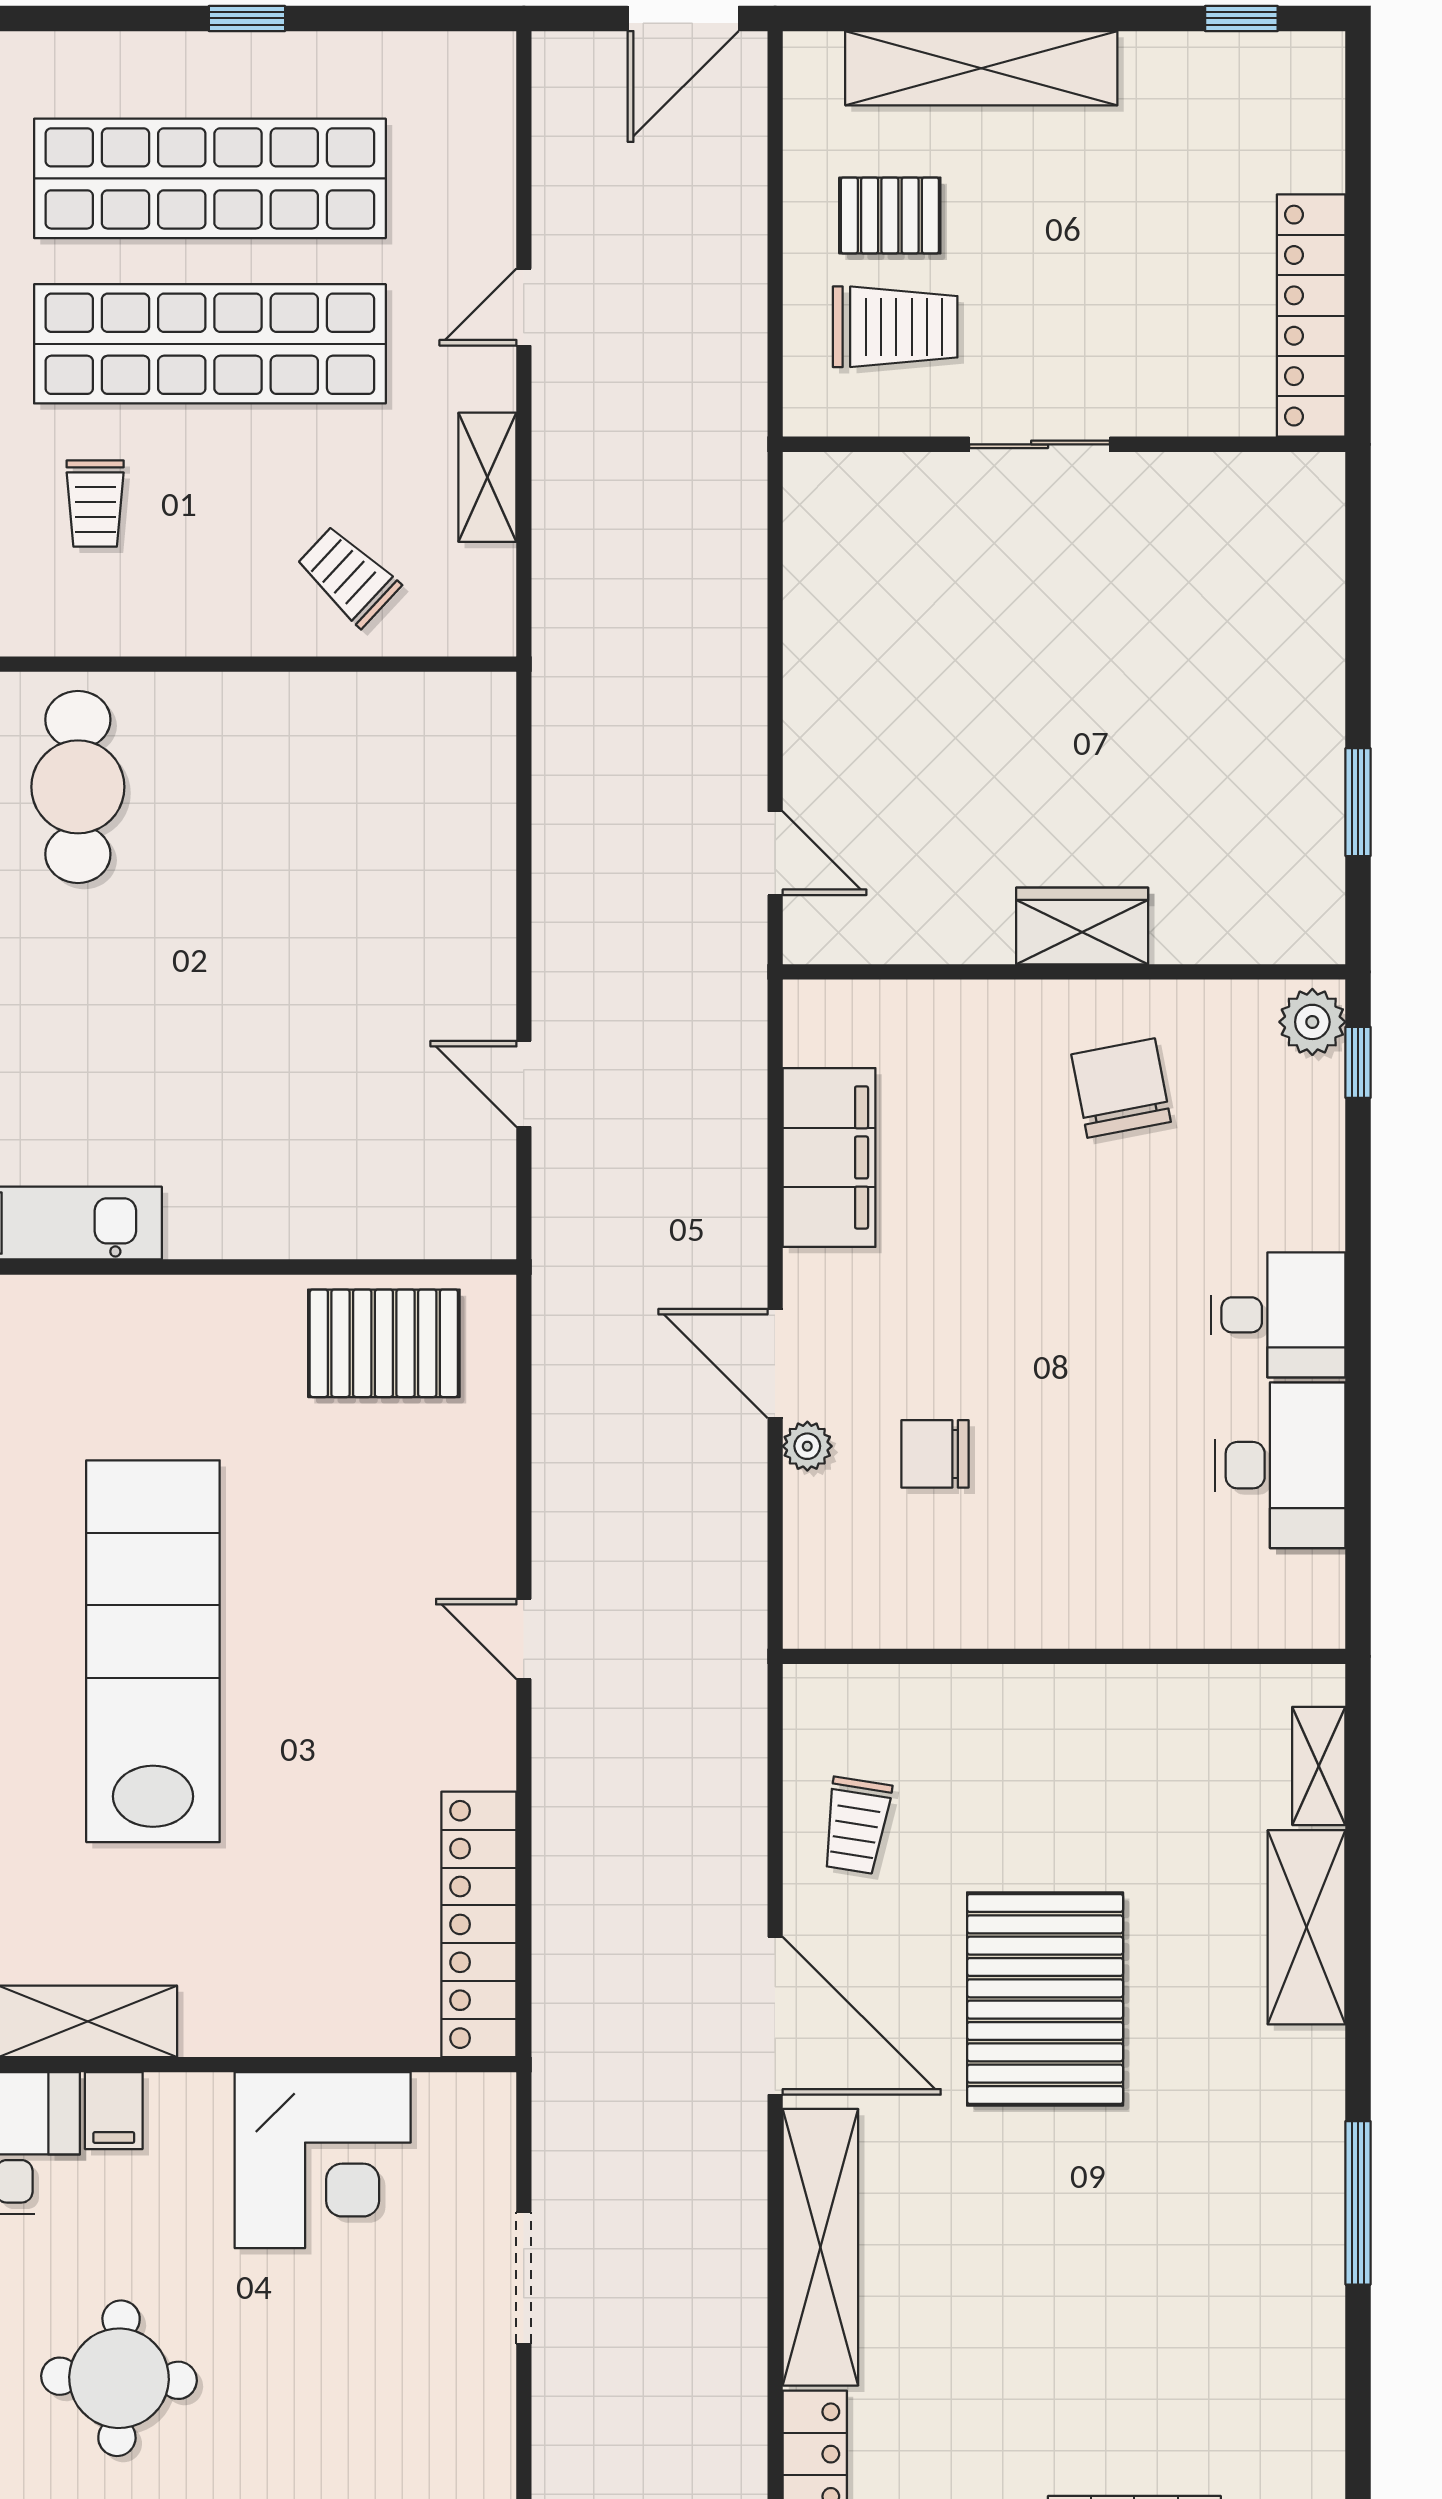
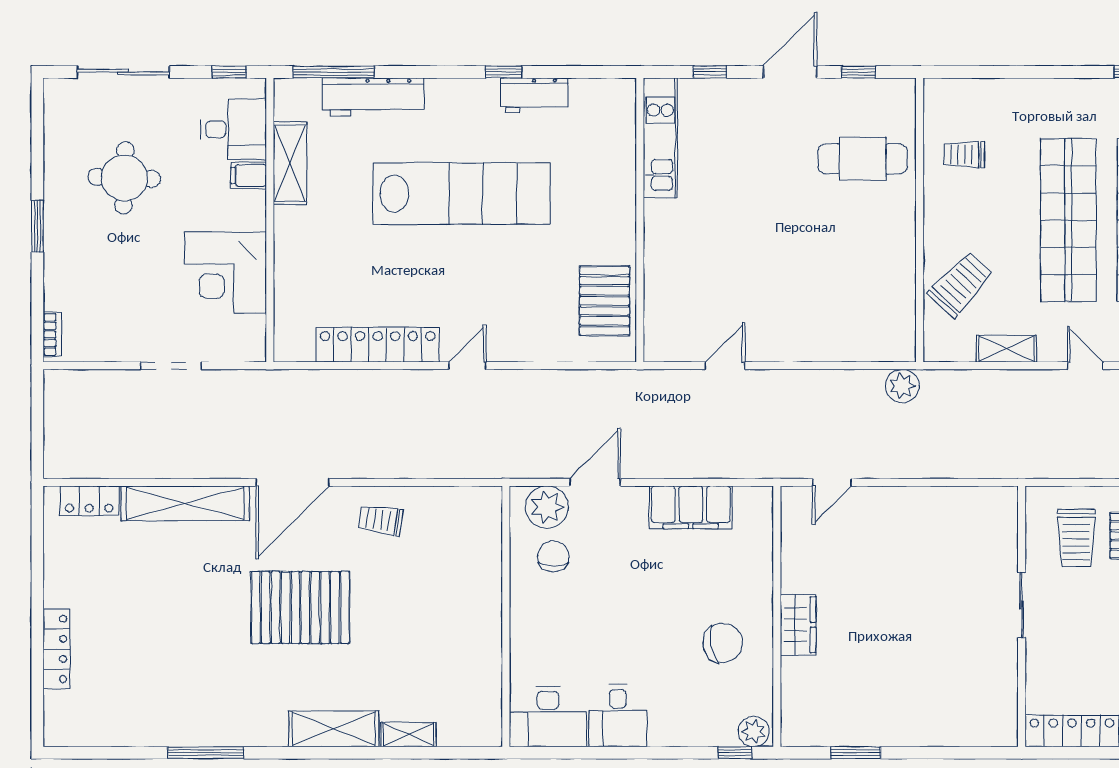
trolley: (95, 504) -> (964, 155), moved
trolley: (348, 576) -> (960, 284), width x1.36, depth x1.39
plant: (568, 701) -> (902, 386), added
plant: (807, 1446) -> (547, 507), width x1.87, depth x1.87
wall: (1064, 1656) -> (506, 616), moved
locker: (479, 1924) -> (378, 345), moved

